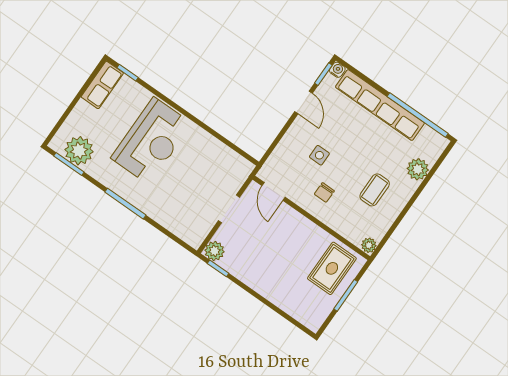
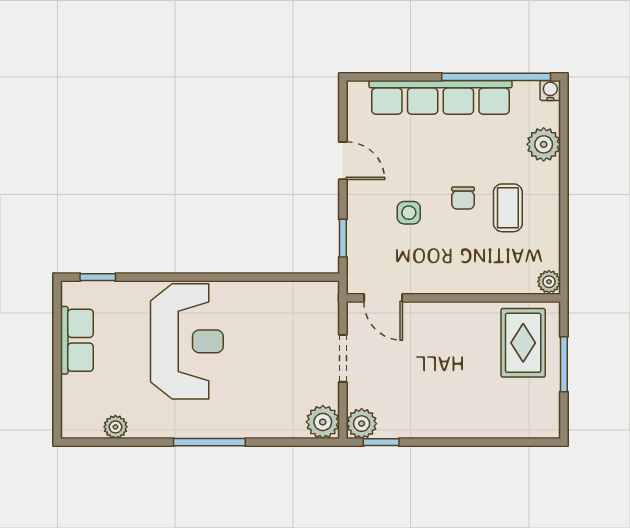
water cooler: (337, 70) -> (550, 90), moved
window: (323, 74) -> (343, 238), moved
row of seats: (102, 85) -> (77, 340), moved
plant: (79, 151) -> (115, 427), width x0.53, depth x0.53
window: (69, 164) -> (104, 442), removed
chair: (324, 193) -> (463, 198), moved
plant: (194, 235) -> (323, 422), added

